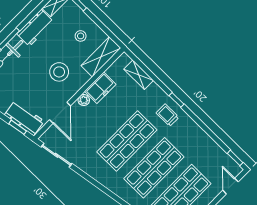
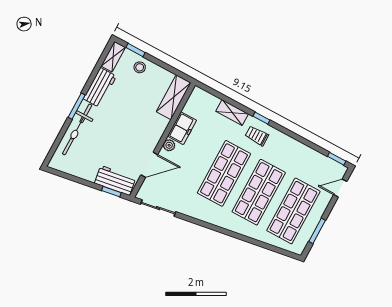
stool: (81, 36) -> (140, 67), moved
stool: (59, 72) -> (136, 124), removed
shelving: (139, 75) -> (232, 113), moved
door: (60, 113) -> (149, 165), hinge flipped
door: (231, 186) -> (340, 188), hinge flipped

